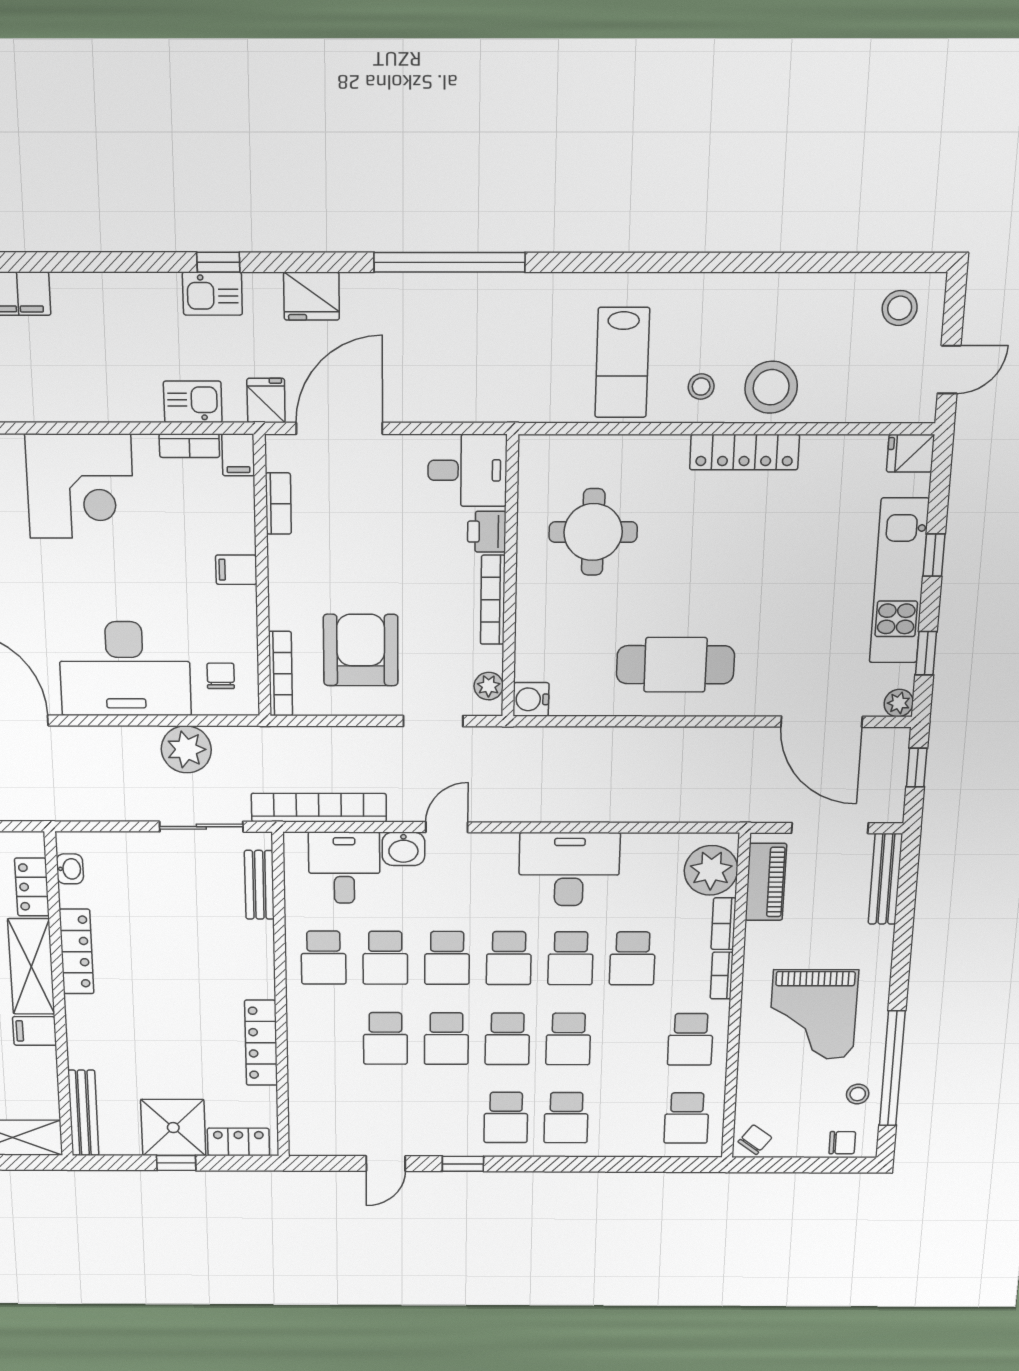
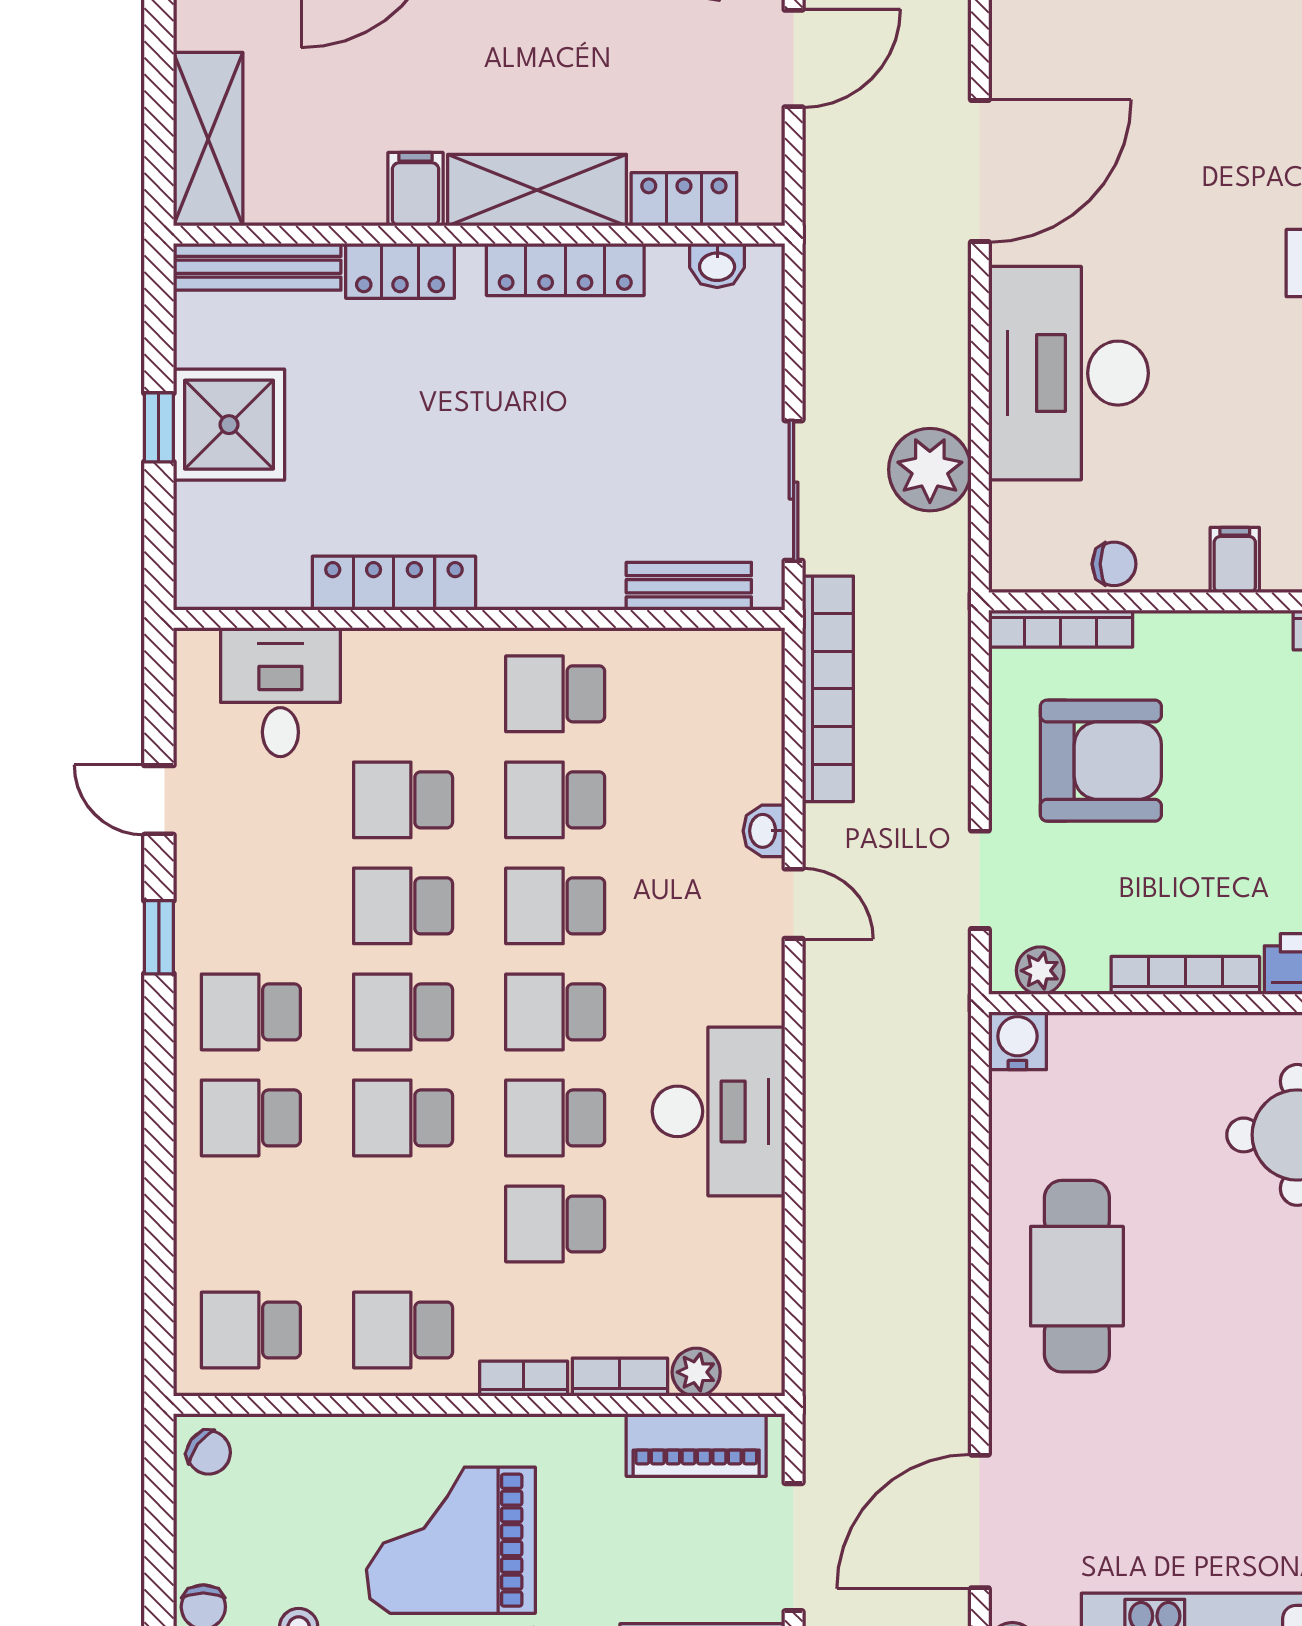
chair: (221, 676) -> (1114, 564), moved
washbasin: (403, 849) -> (764, 831), width x0.72, depth x0.69
desk: (344, 868) -> (280, 692), moved, turned -90
plant: (711, 870) -> (696, 1372), width x0.53, depth x0.53
locker: (238, 1142) -> (400, 271), moved, turned 90

